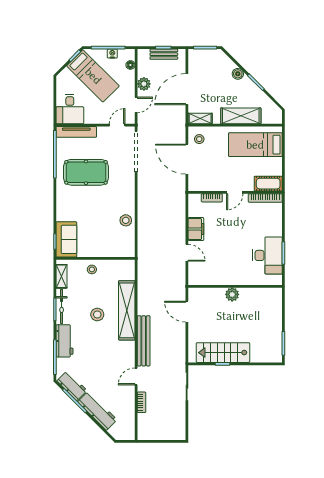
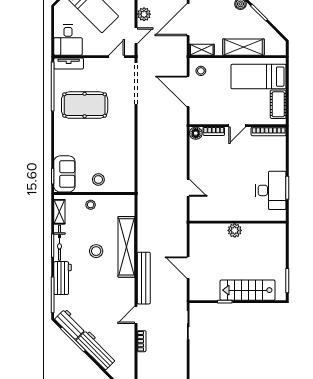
tv unit: (76, 132) -> (69, 63), width x0.71
cot: (268, 184) -> (278, 104), moved, turned 90
floor lamp: (194, 200) -> (196, 133), added
stool: (126, 220) -> (98, 179), moved
filing cabinet: (196, 229) -> (197, 163), removed
door: (187, 312) -> (188, 268), moved
stairs: (223, 353) -> (248, 290), moved

